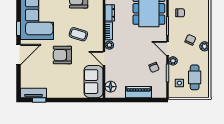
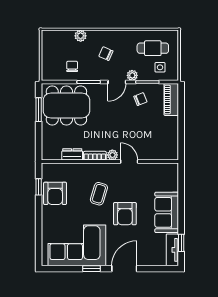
plant: (205, 46) -> (81, 36), moved
door: (19, 54) -> (124, 269), hinge flipped
door: (104, 58) -> (129, 162), swing flipped
sofa: (94, 82) -> (167, 212), moved, turned 90
floor lamp: (111, 87) -> (164, 153), removed
piano: (138, 92) -> (171, 100), moved

